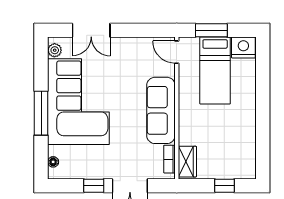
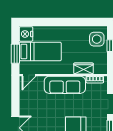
wardrobe: (187, 162) -> (84, 69), moved
side table: (235, 162) -> (97, 39), added

